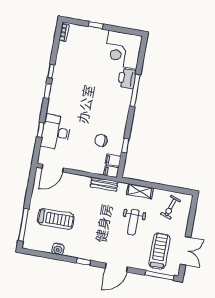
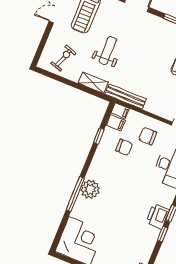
printer: (127, 78) -> (158, 216), moved, turned 180
plant: (123, 97) -> (90, 189), added
chair: (82, 155) -> (148, 136), added
bench: (104, 184) -> (126, 97), width x1.36

